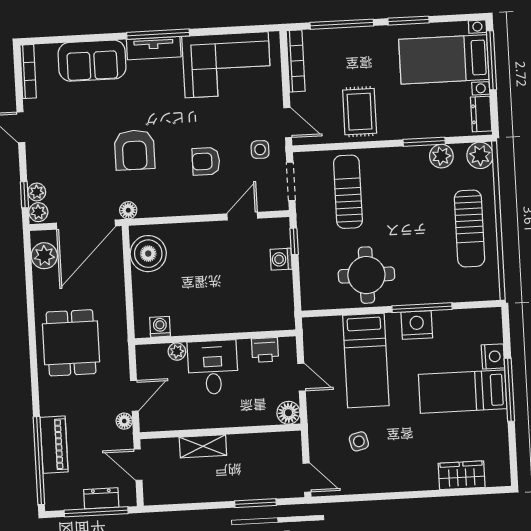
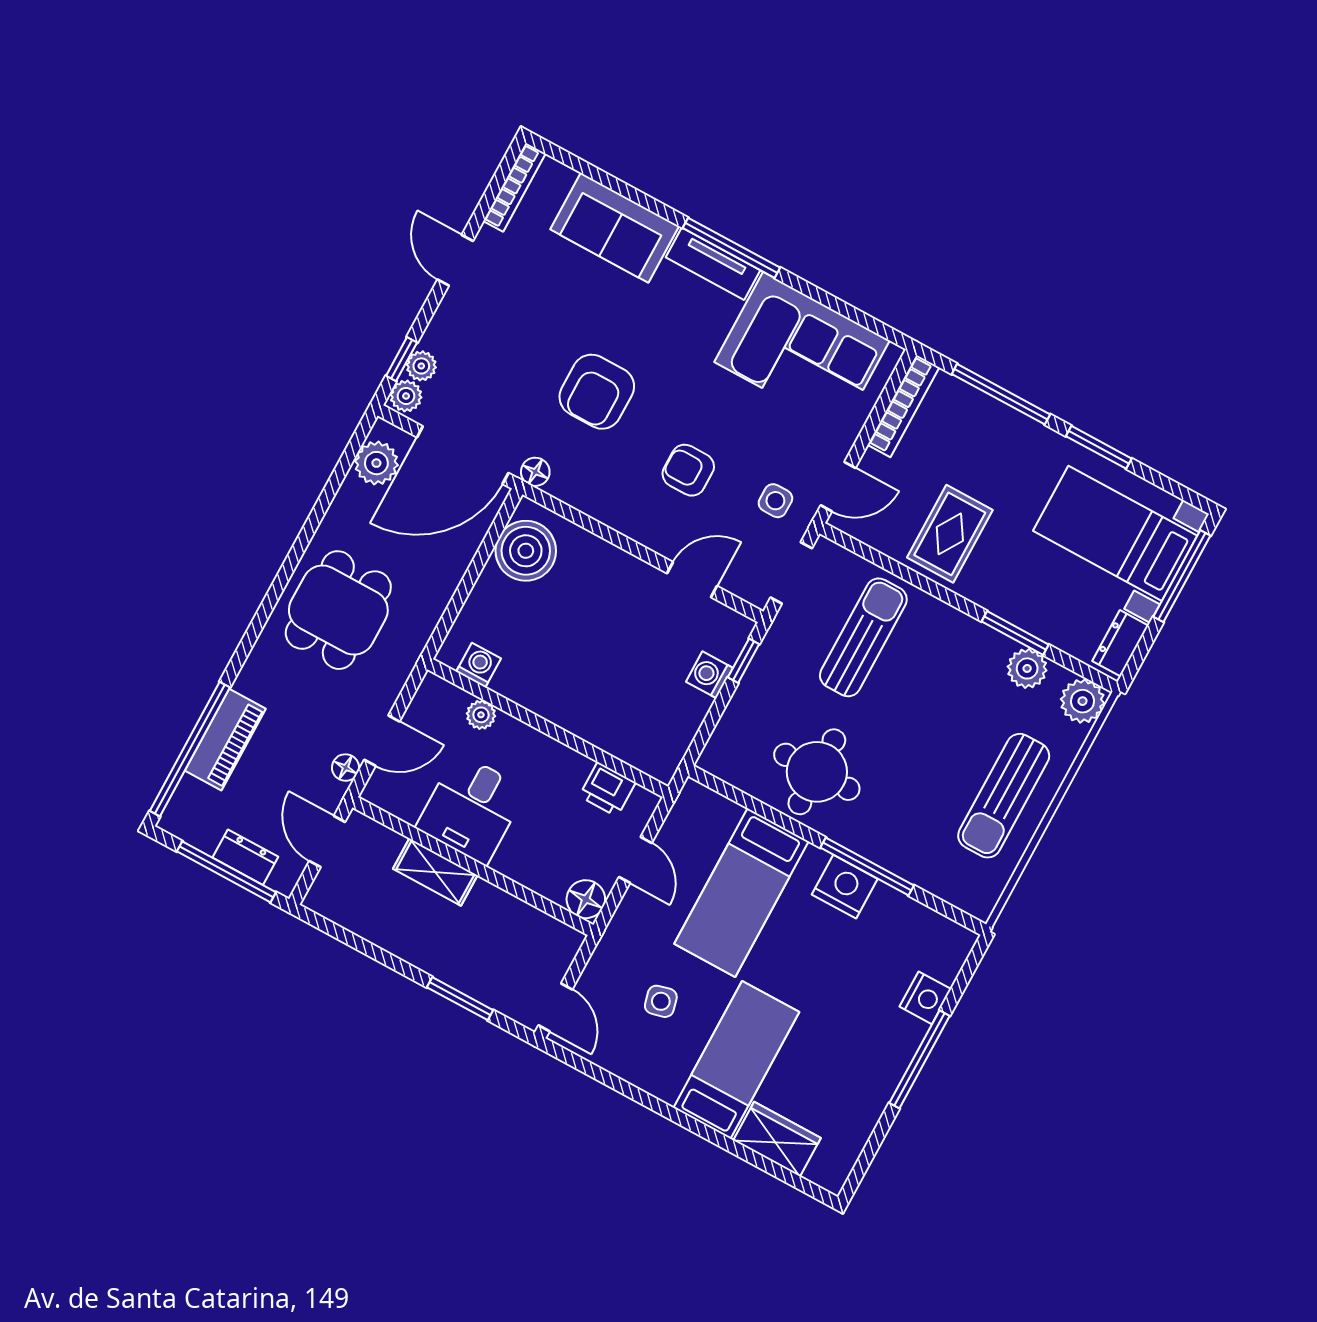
door: (288, 123) -> (838, 487), hinge flipped
desk: (213, 367) -> (471, 809), moved, turned 180
bed: (463, 392) -> (736, 1060), moved, turned 90

